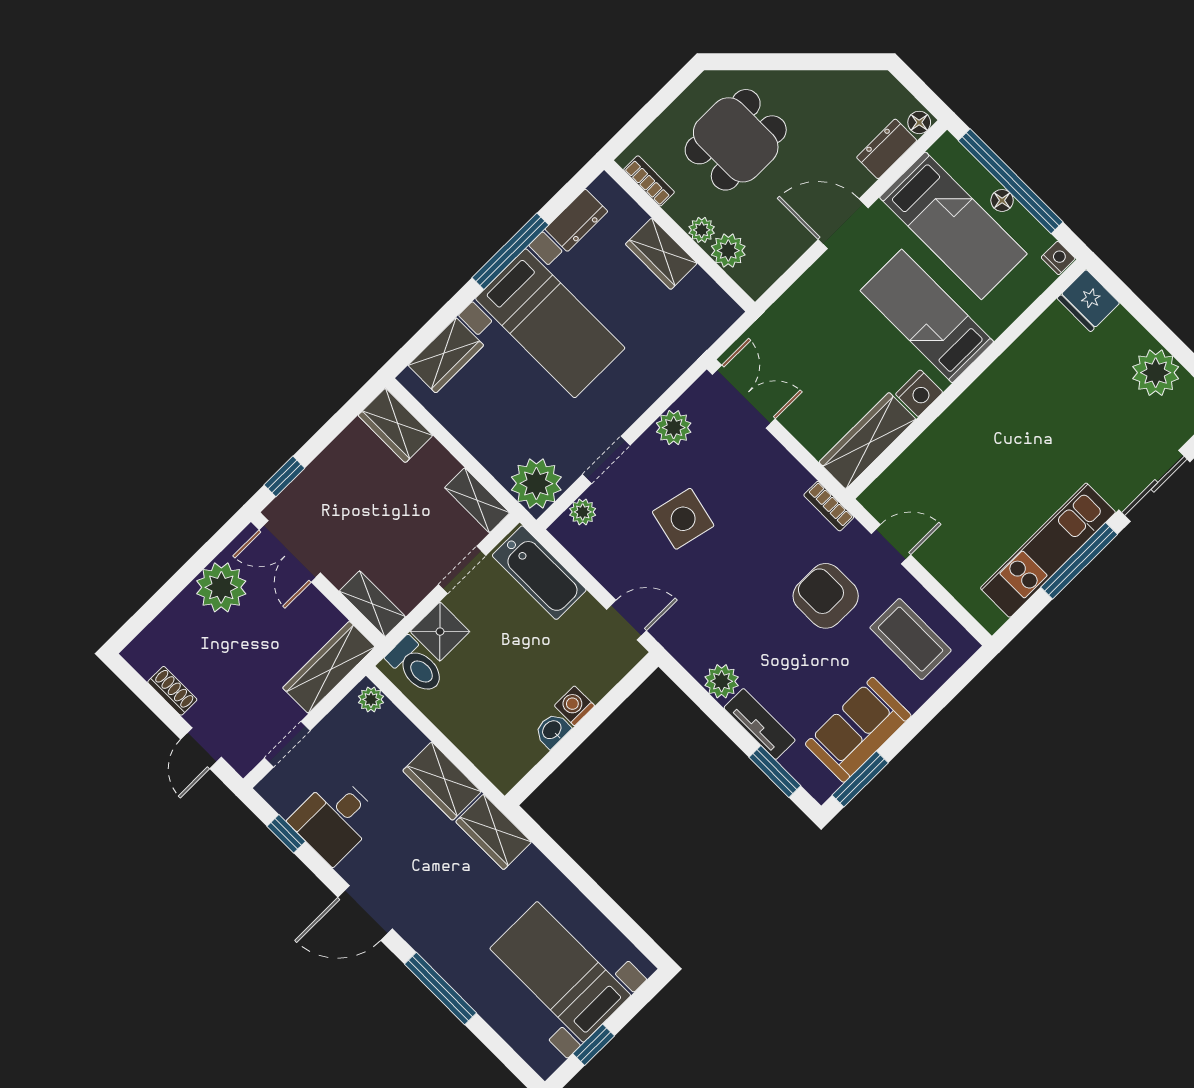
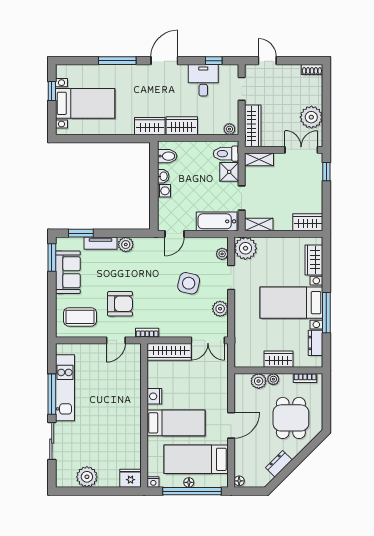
dresser: (887, 149) -> (279, 464), moved, turned -135
wardrobe: (867, 441) -> (169, 352), moved, turned 90
shoe rack: (172, 691) -> (312, 70), moved
bidet: (514, 756) -> (167, 156), added

